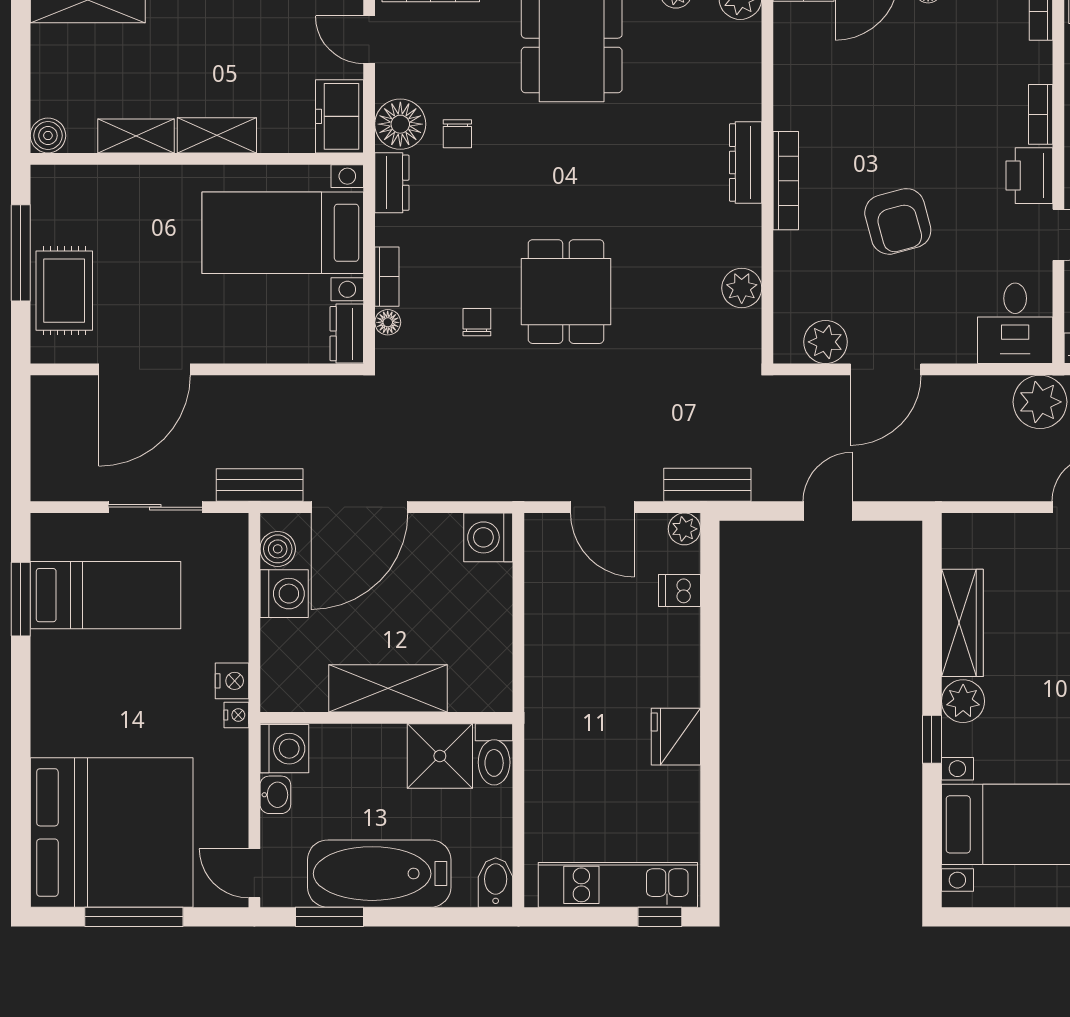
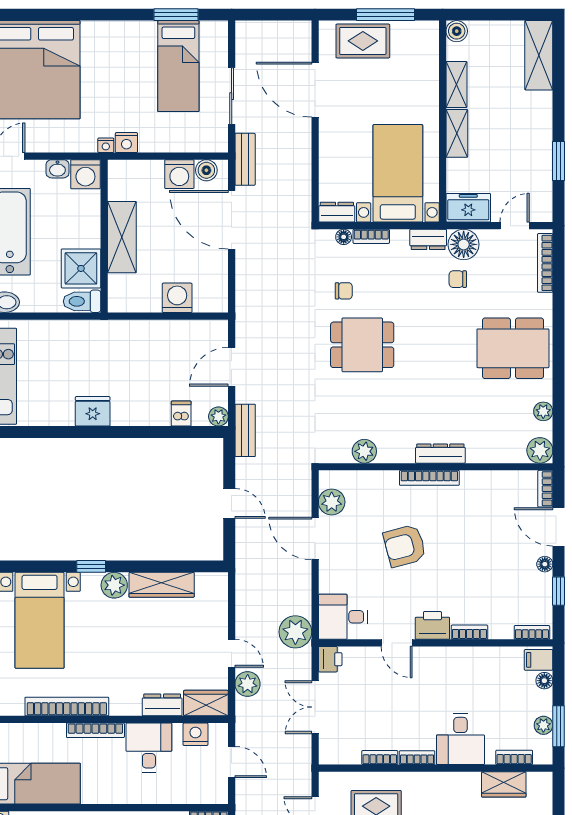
washing machine: (488, 537) -> (177, 298), moved

